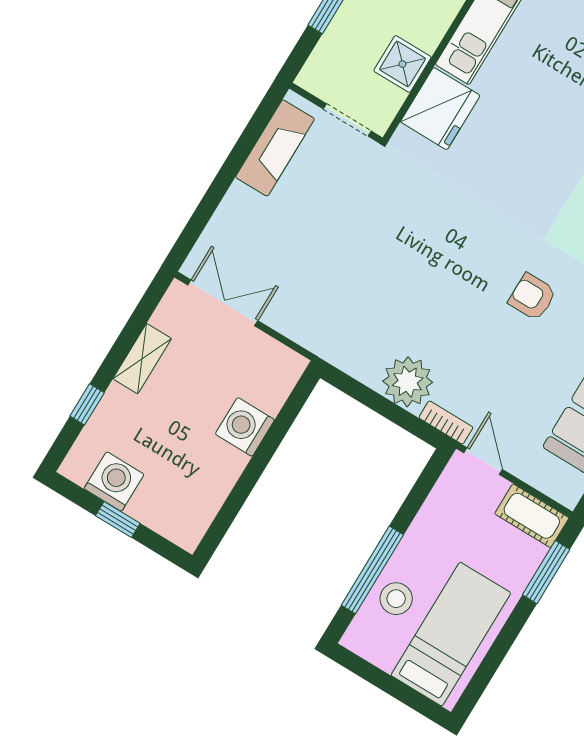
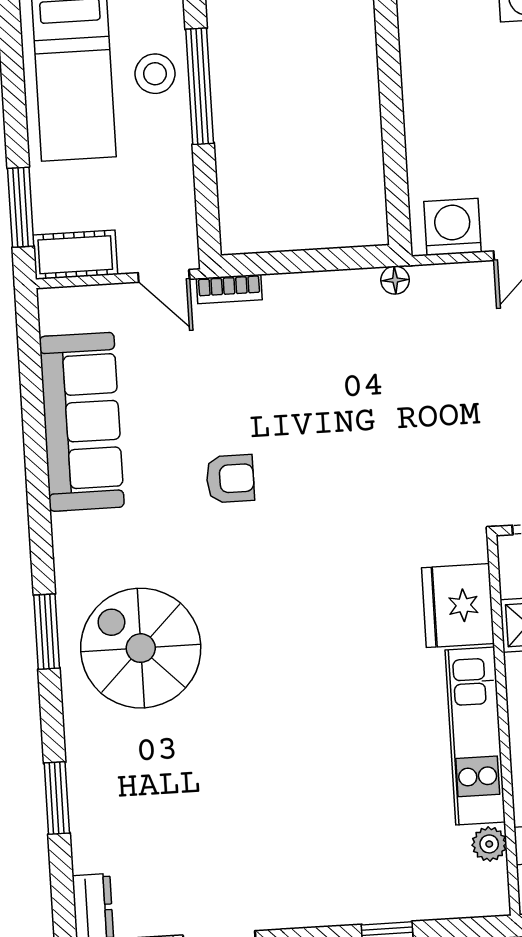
floor lamp: (332, 352) -> (395, 280), added
plant: (408, 382) -> (297, 303), removed
washing machine: (245, 427) -> (452, 227), moved, turned -90

